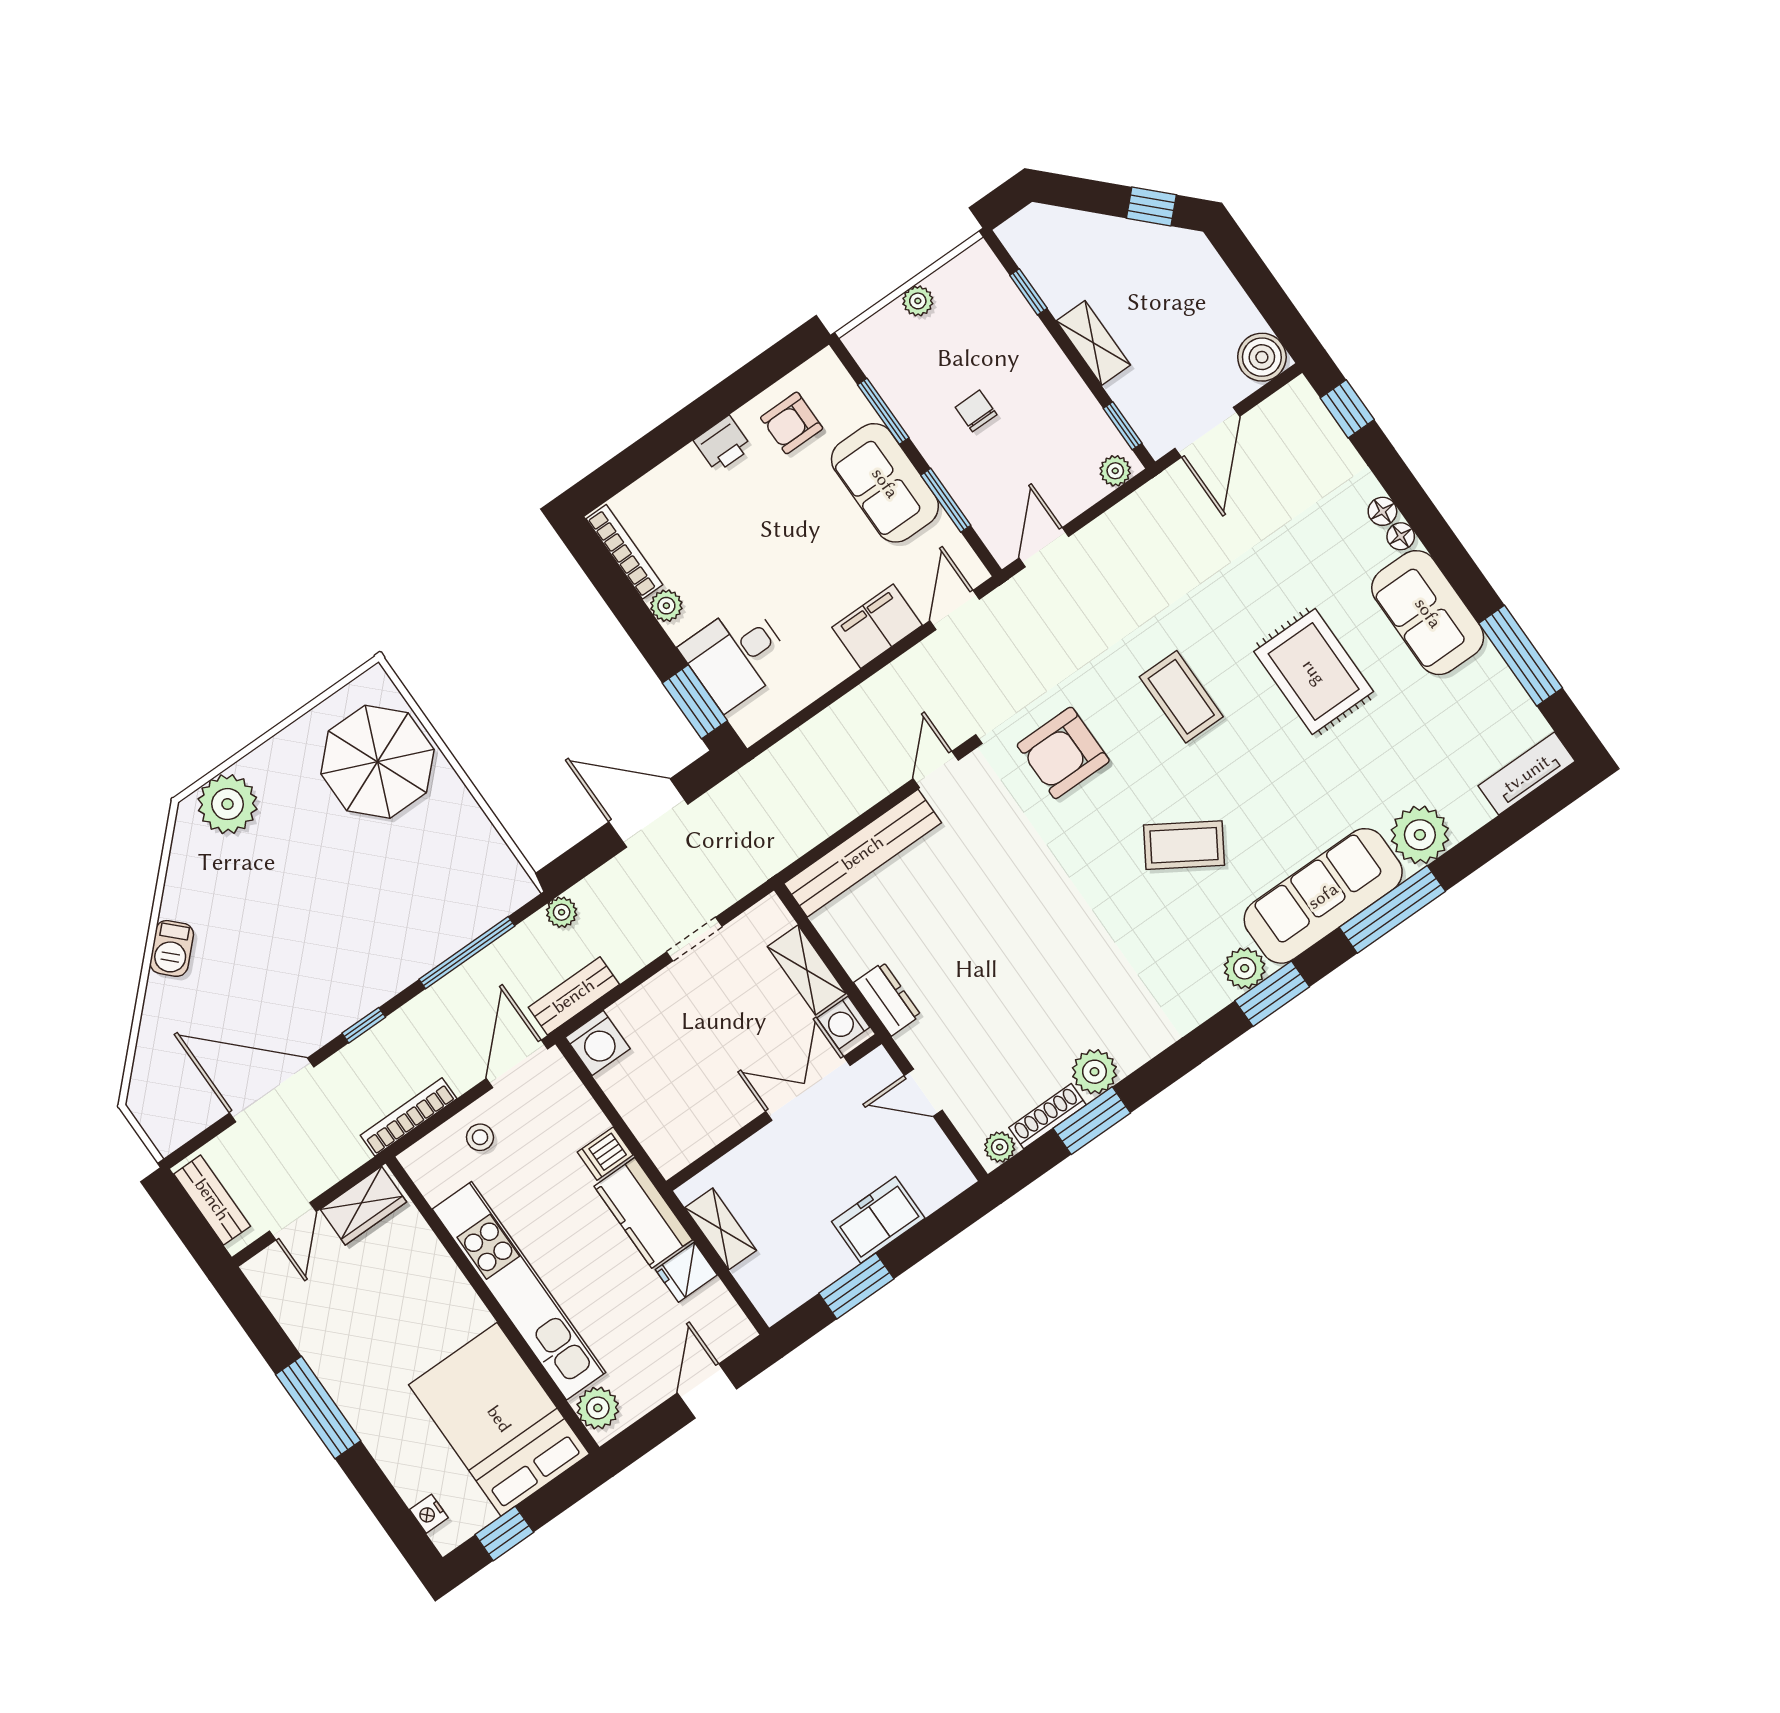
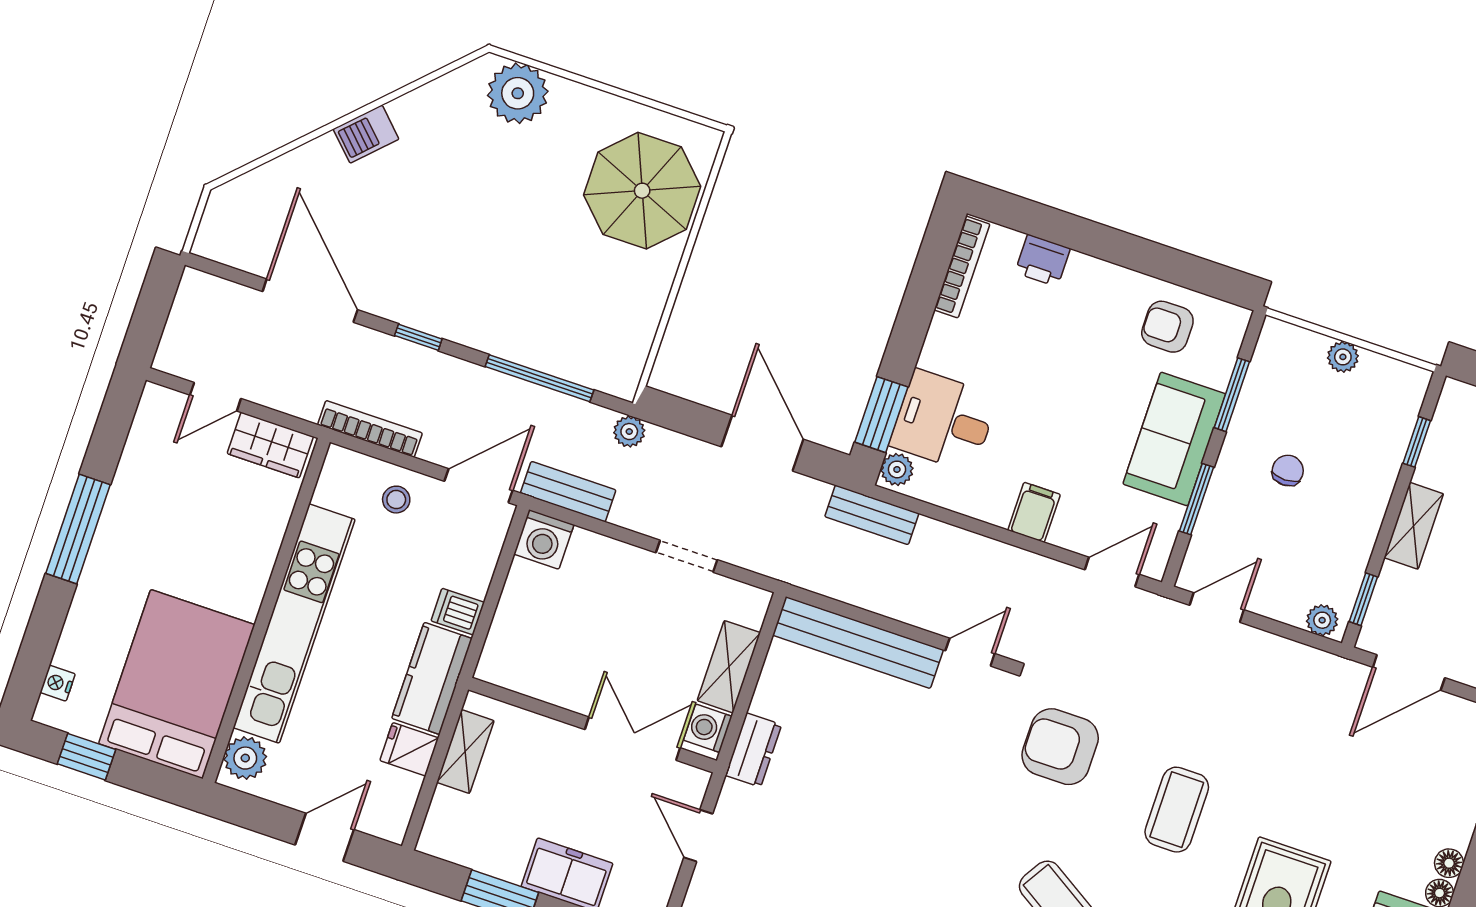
printer: (723, 444) -> (1043, 261), moved
plant: (666, 606) -> (897, 469), moved
filing cabinet: (877, 626) -> (1034, 512), width x0.50
bench: (212, 1200) -> (872, 515), moved, turned 90

